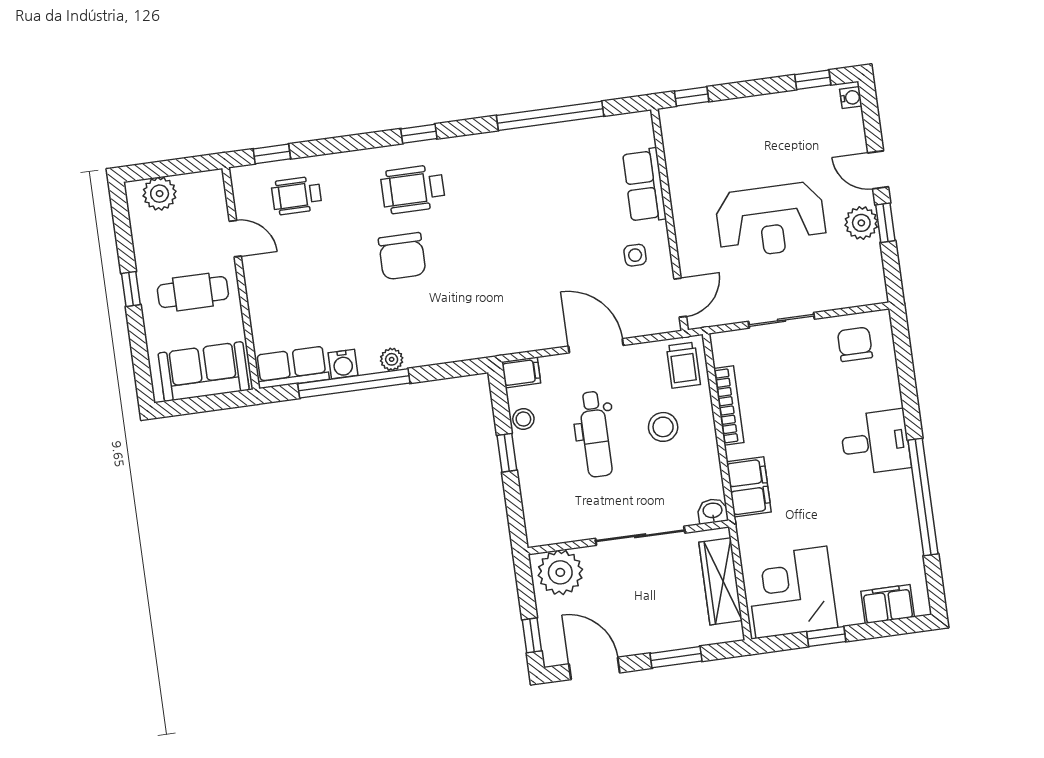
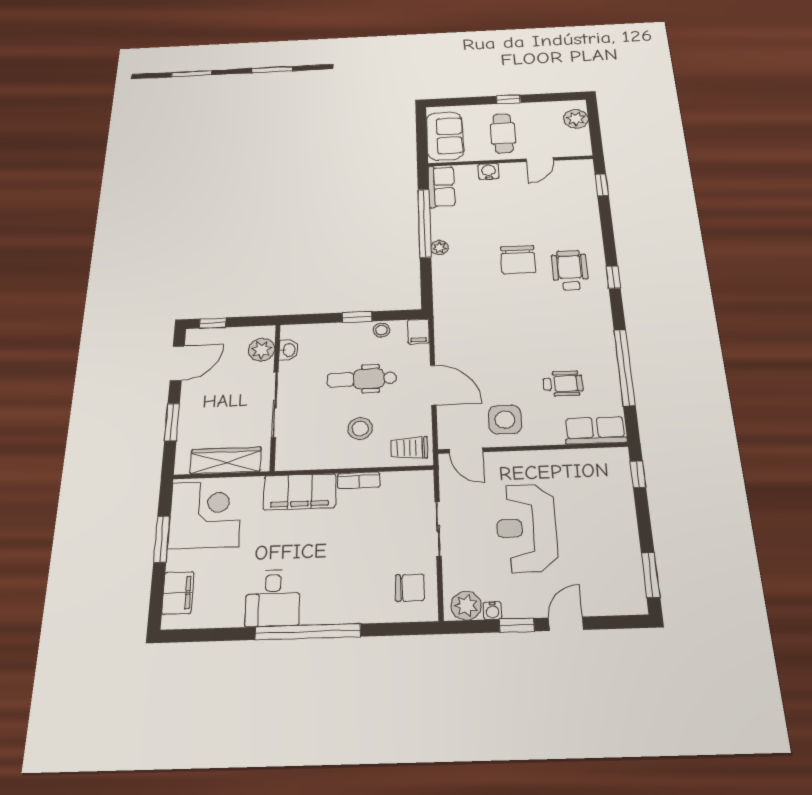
window: (813, 80) -> (650, 575), width x1.50
water cooler: (851, 98) -> (493, 611), moved
row of seats: (644, 185) -> (595, 430), moved
wheelchair: (297, 196) -> (563, 384), moved, turned 90
plant: (861, 223) -> (466, 606), moved
side table: (635, 255) -> (505, 420), width x1.87, depth x1.87
chair: (402, 256) -> (518, 260), turned -90
door: (596, 346) -> (433, 385), hinge flipped
water cooler: (343, 364) -> (489, 171), moved, turned 90
bookcase: (729, 406) -> (359, 480), width x0.64
desk: (875, 442) -> (273, 598), moved
filing cabinet: (749, 487) -> (300, 492), width x1.50, depth x1.17
window: (923, 497) -> (308, 632), moved
washbasin: (713, 511) -> (289, 350), moved
plant: (560, 572) -> (262, 350), width x0.73, depth x0.73
window: (826, 637) -> (162, 539), width x1.50

